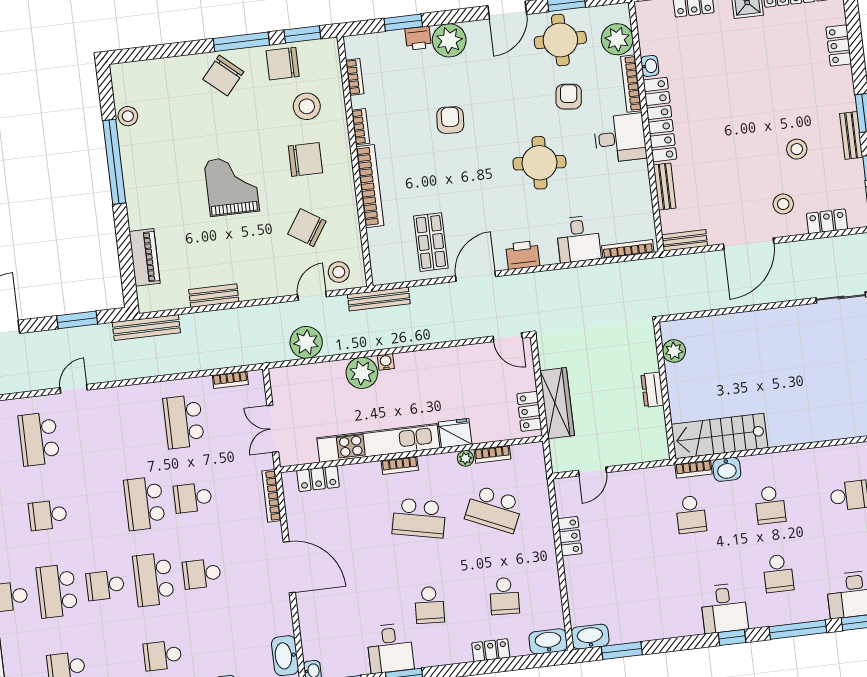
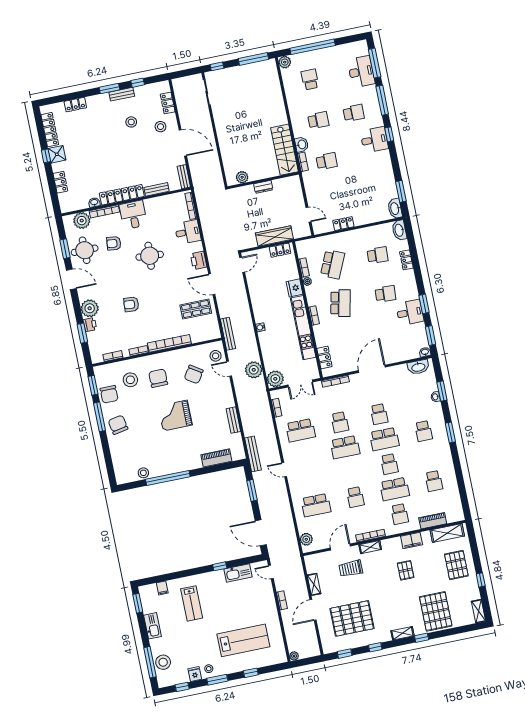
chair: (223, 76) -> (118, 425), turned -142
plant: (362, 373) -> (275, 379), moved
door: (74, 389) -> (284, 470), moved

